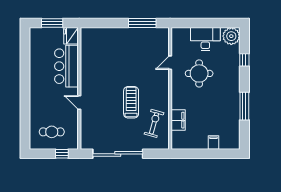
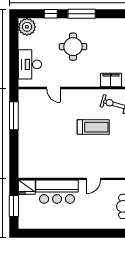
desk: (205, 39) -> (30, 64), moved
round table: (199, 73) -> (73, 47), moved
treadmill: (131, 102) -> (93, 127), turned 180
window: (244, 106) -> (82, 14), moved

